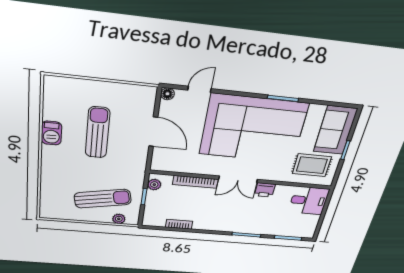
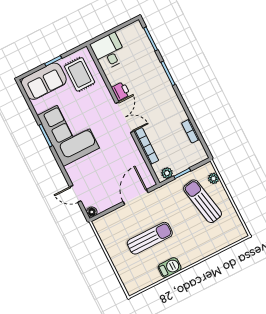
corner sofa: (253, 129) -> (68, 132), width x0.73, depth x0.74
door: (153, 132) -> (136, 197), moved
sun lounger: (98, 133) -> (150, 238), turned 180

